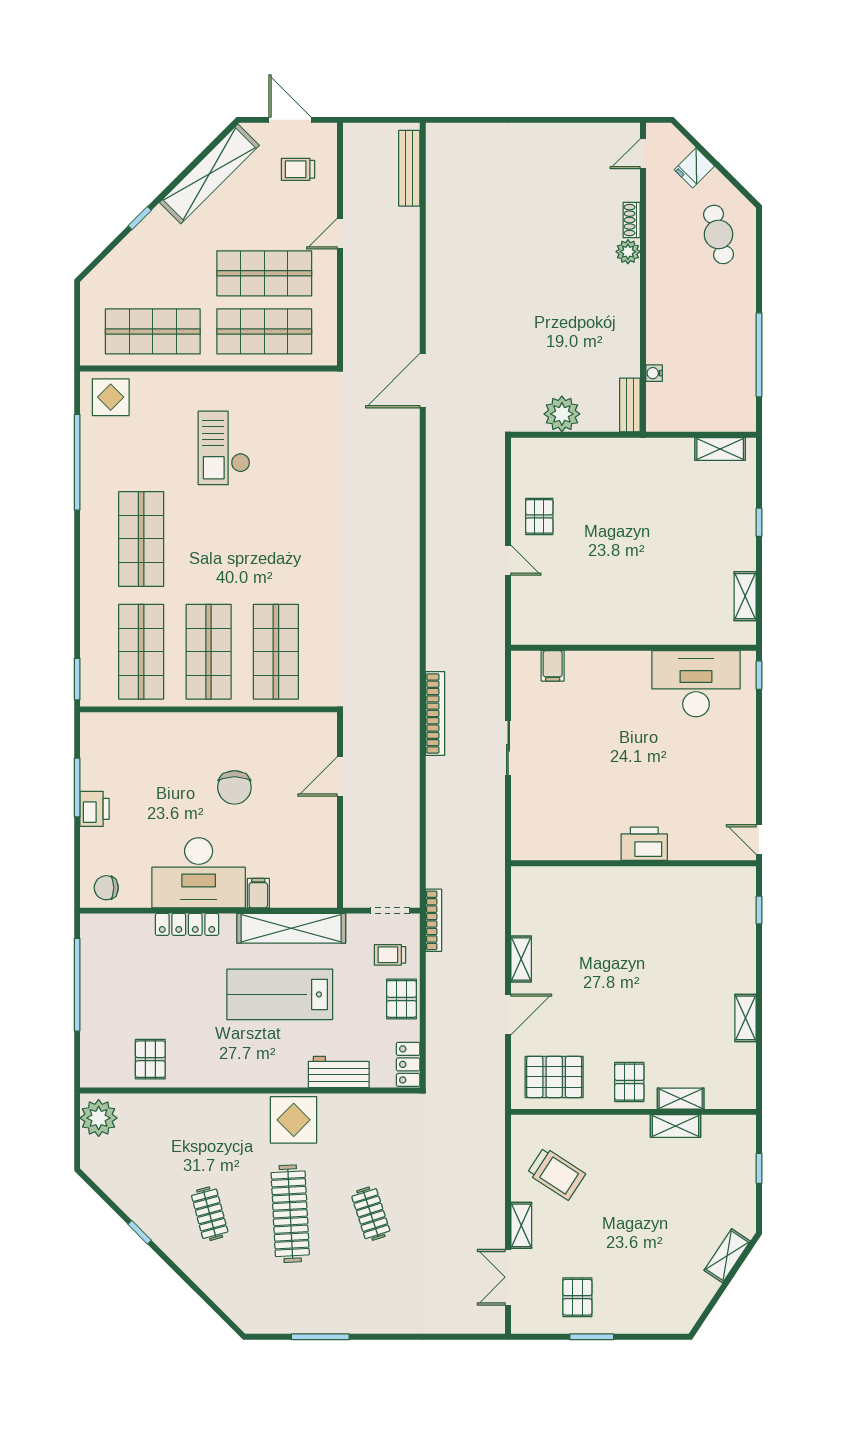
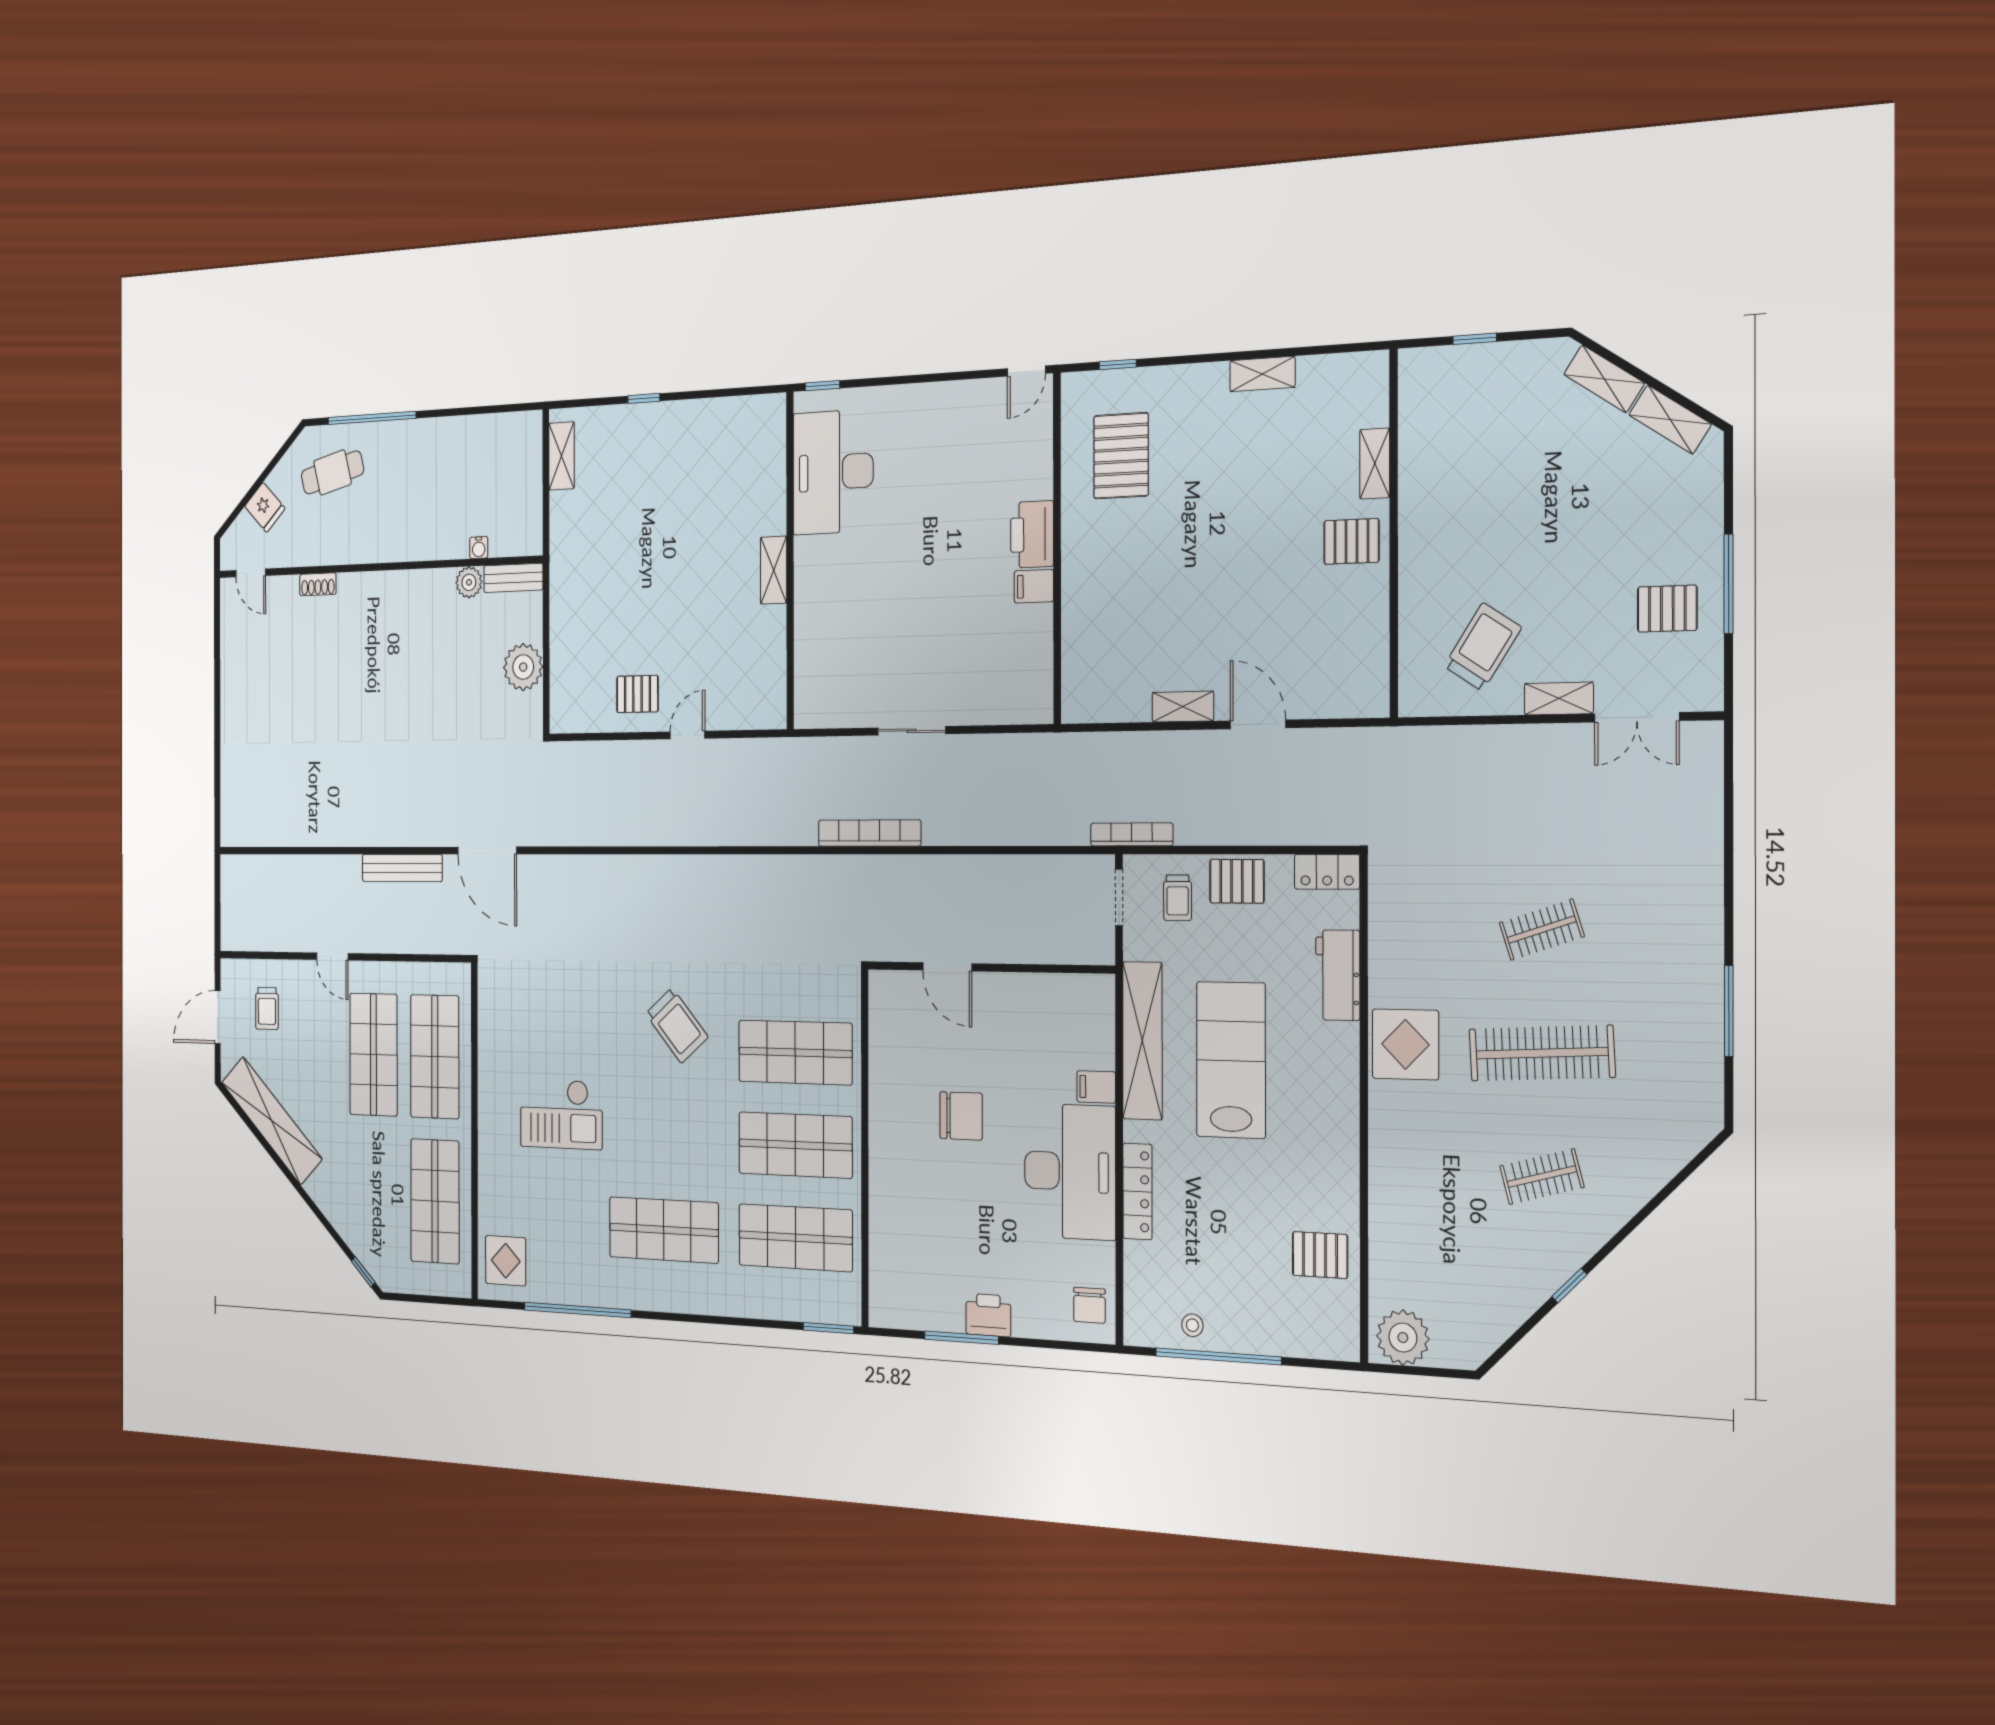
bench: (409, 168) -> (402, 868), moved
window: (140, 218) -> (363, 1272), moved
plant: (628, 252) -> (469, 582), moved
window: (759, 355) -> (372, 418), moved
trolley: (293, 550) -> (677, 1025), added
shelving: (745, 596) -> (774, 570), moved, turned 90
filing cabinet: (553, 666) -> (1034, 586), moved, turned 180
stool: (97, 966) -> (1192, 1325), added
lab bench: (280, 994) -> (1231, 1060), turned 180
pallet: (554, 1077) -> (1121, 456), moved
shelving: (676, 1126) -> (1670, 419), moved, turned -56
window: (592, 1337) -> (1728, 584), width x1.44

